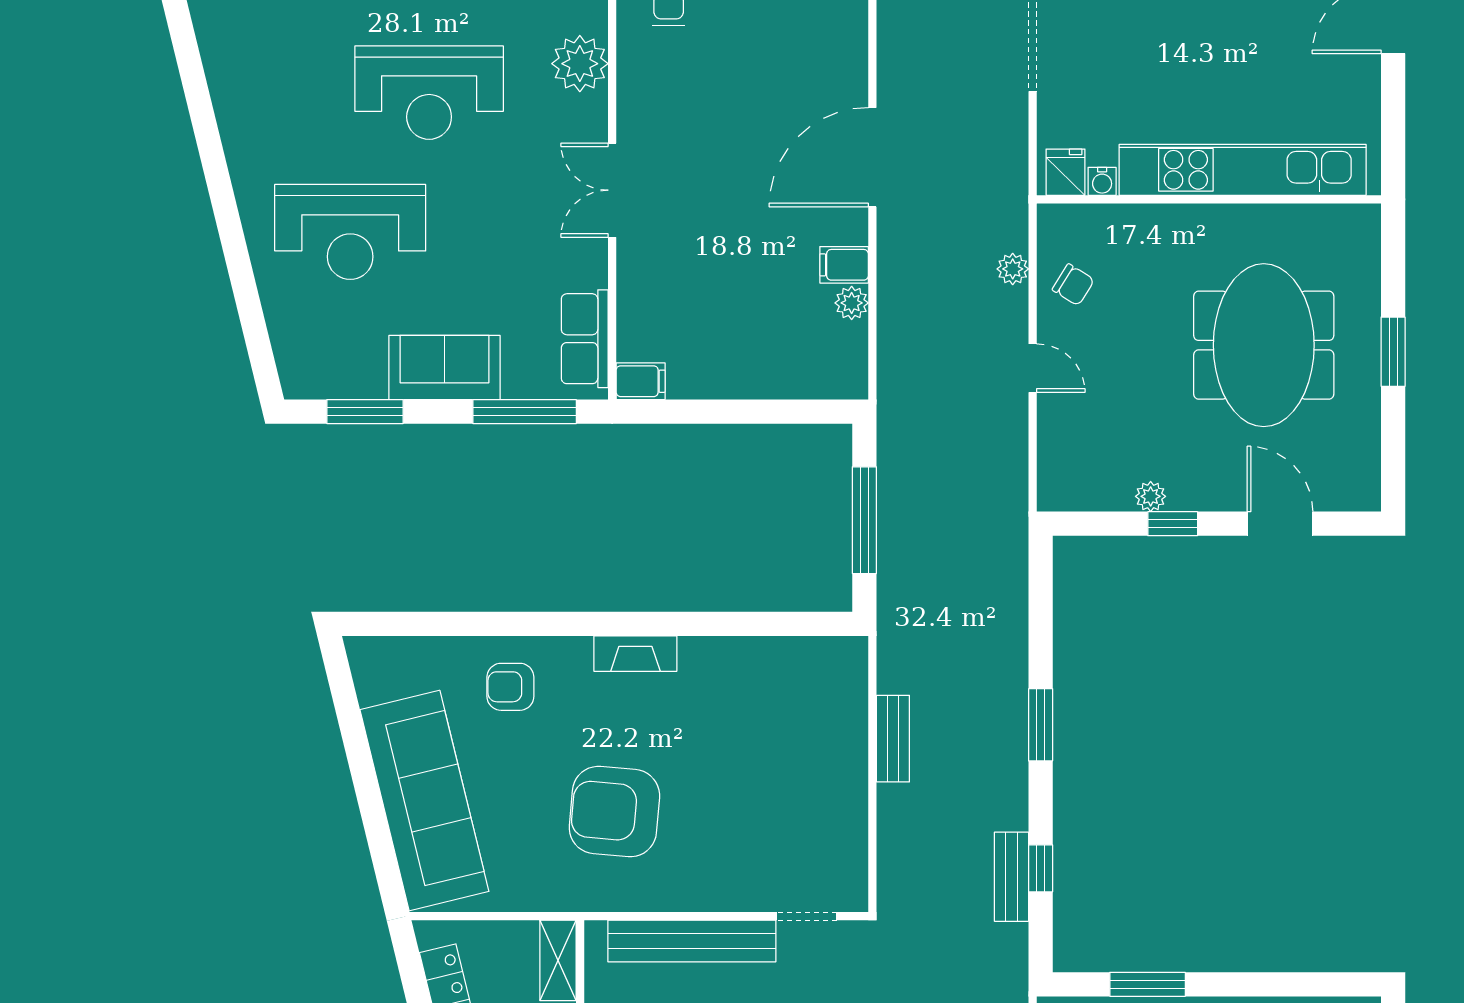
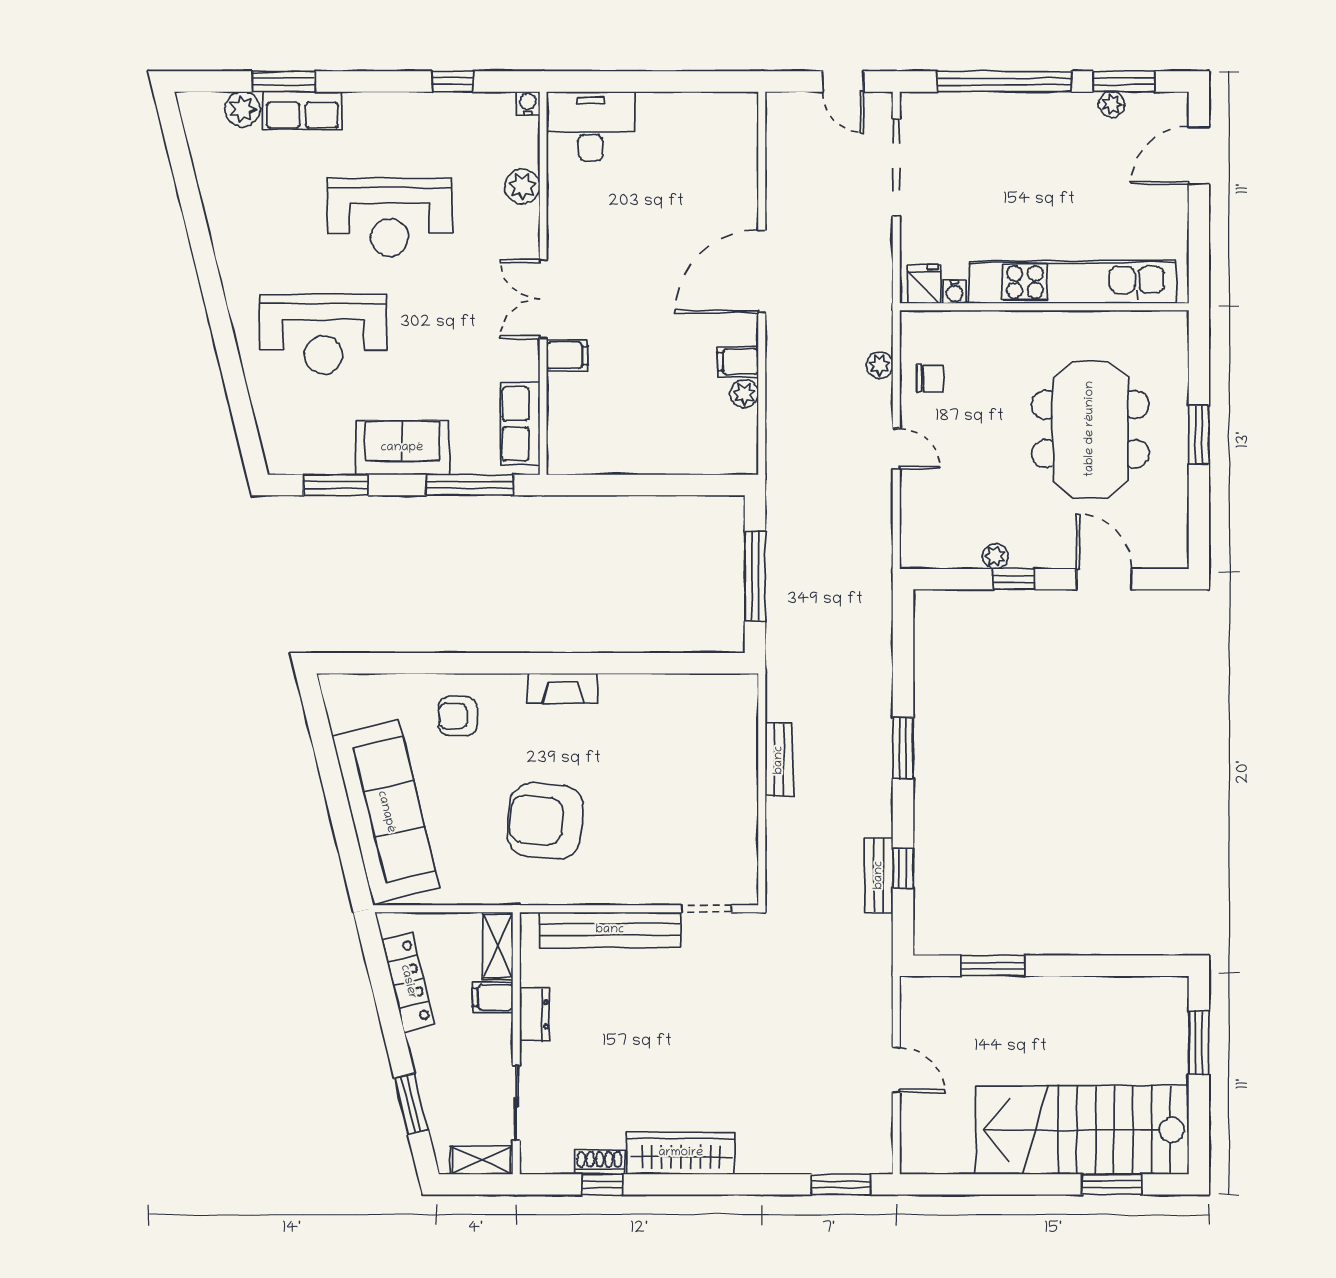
plant: (580, 64) -> (522, 186), width x0.73, depth x0.73
chair: (1073, 285) -> (930, 378), turned -32
filing cabinet: (641, 381) -> (567, 356), moved

